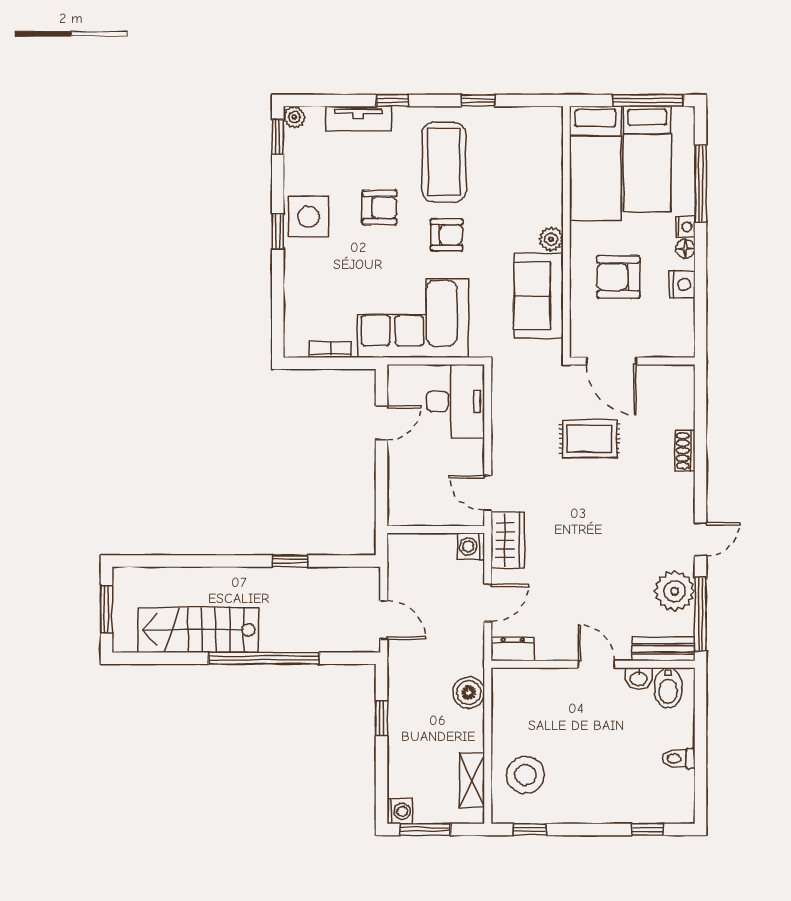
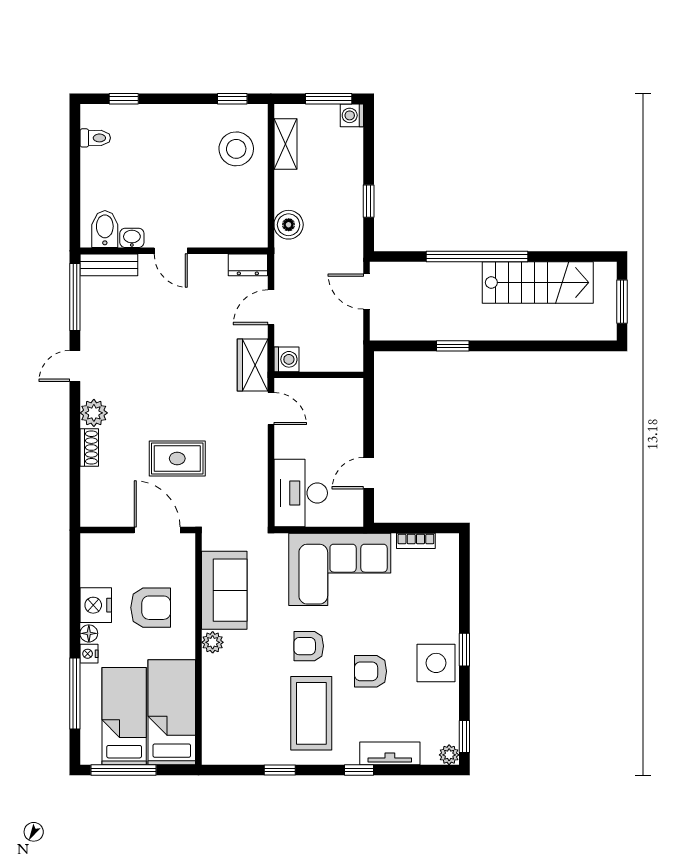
nightstand: (682, 284) -> (96, 605), width x1.36, depth x1.33
plant: (675, 591) -> (94, 413), moved, width x0.73, depth x0.73
toilet: (679, 759) -> (95, 138), moved

